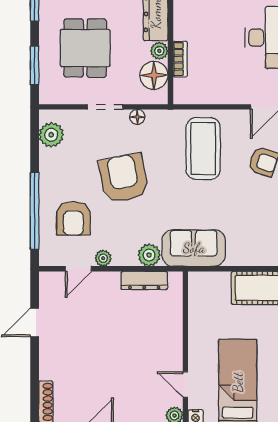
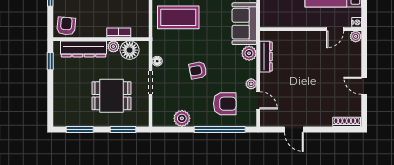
plant: (51, 135) -> (182, 118), moved
armchair: (124, 178) -> (198, 70), width x0.53, depth x0.53

